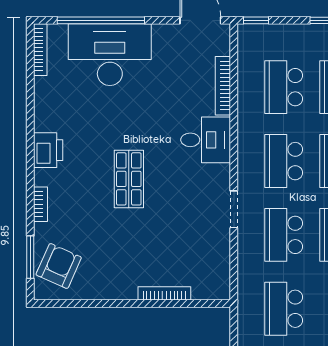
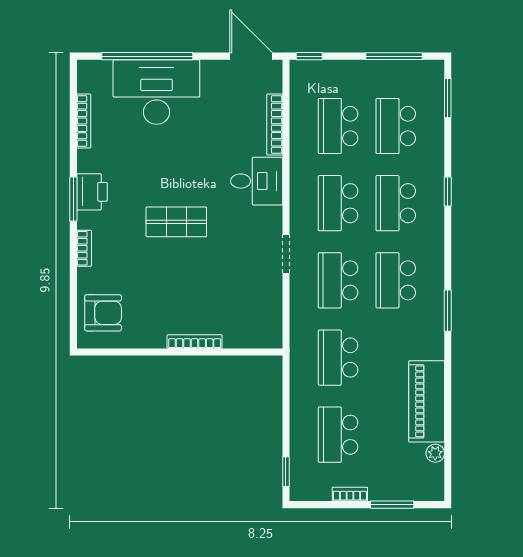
bookcase: (40, 50) -> (84, 121), moved
shop shelf: (129, 179) -> (176, 222), turned 90
window: (30, 257) -> (73, 199), moved
armchair: (59, 266) -> (103, 313), turned 66
bookcase: (164, 293) -> (195, 342), moved

